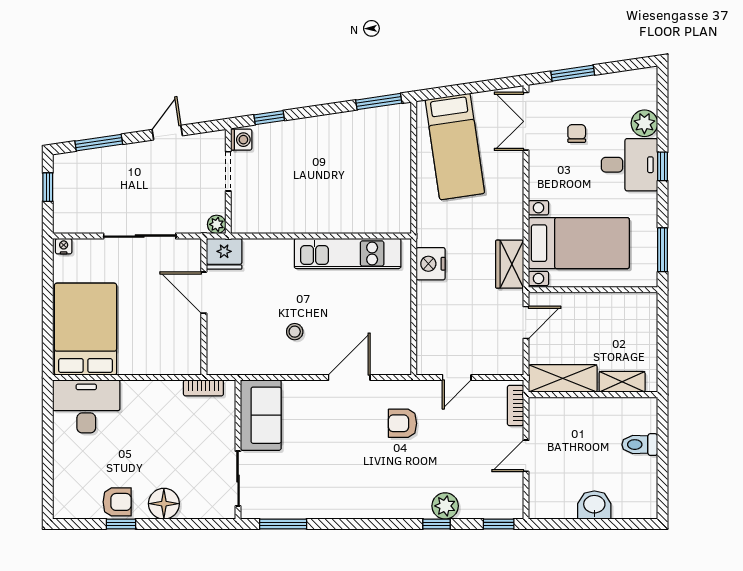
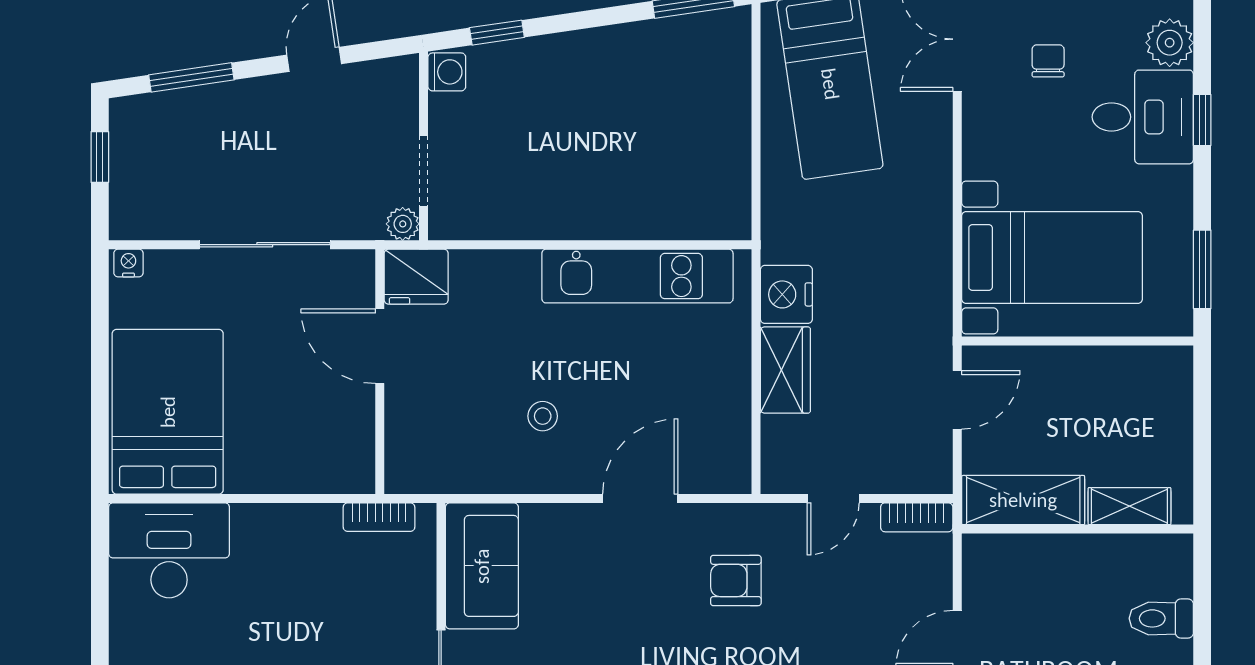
doorway: (228, 171) -> (424, 171), moved
wardrobe: (510, 264) -> (785, 370), moved, turned 180
bookcase: (515, 405) -> (917, 517), moved, turned -90

